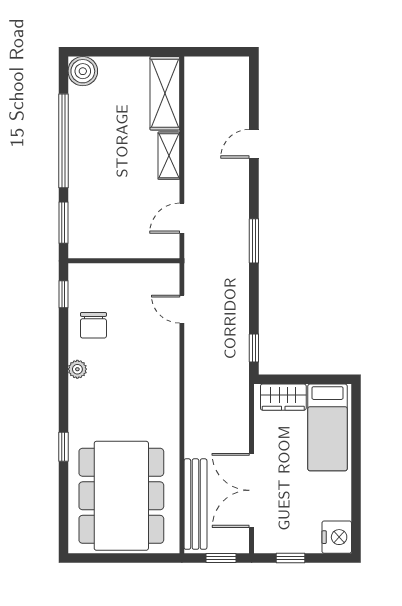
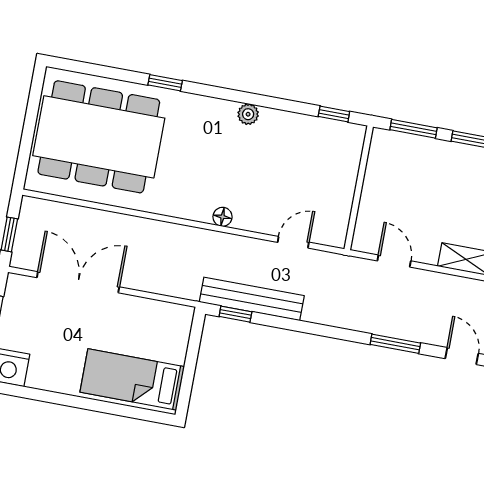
window: (254, 241) -> (395, 344), moved
chair: (93, 325) -> (293, 141), removed
floor lamp: (171, 375) -> (222, 217), added
wardrobe: (283, 397) -> (175, 337), removed
bench: (195, 504) -> (252, 299), moved

